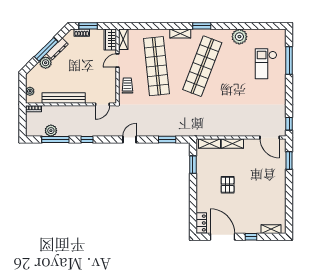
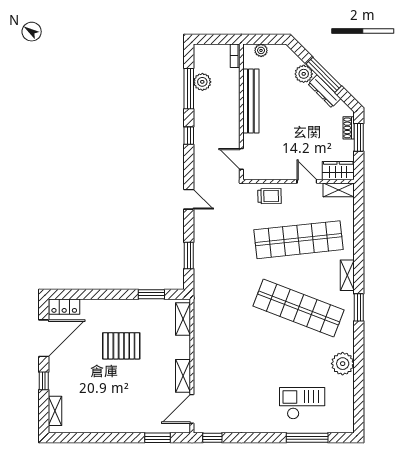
shelving: (232, 143) -> (183, 376), moved
pallet: (228, 185) -> (121, 346), width x1.50, depth x1.42

